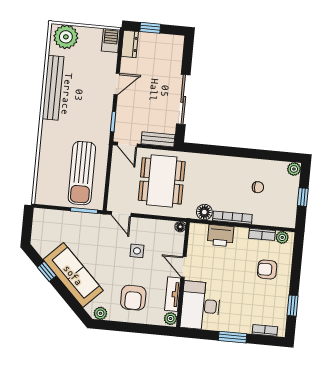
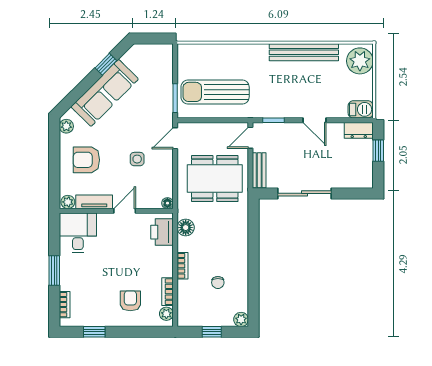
bookcase: (232, 218) -> (183, 266), width x0.64
printer: (221, 236) -> (162, 232), moved
desk: (200, 306) -> (78, 233), width x0.73

